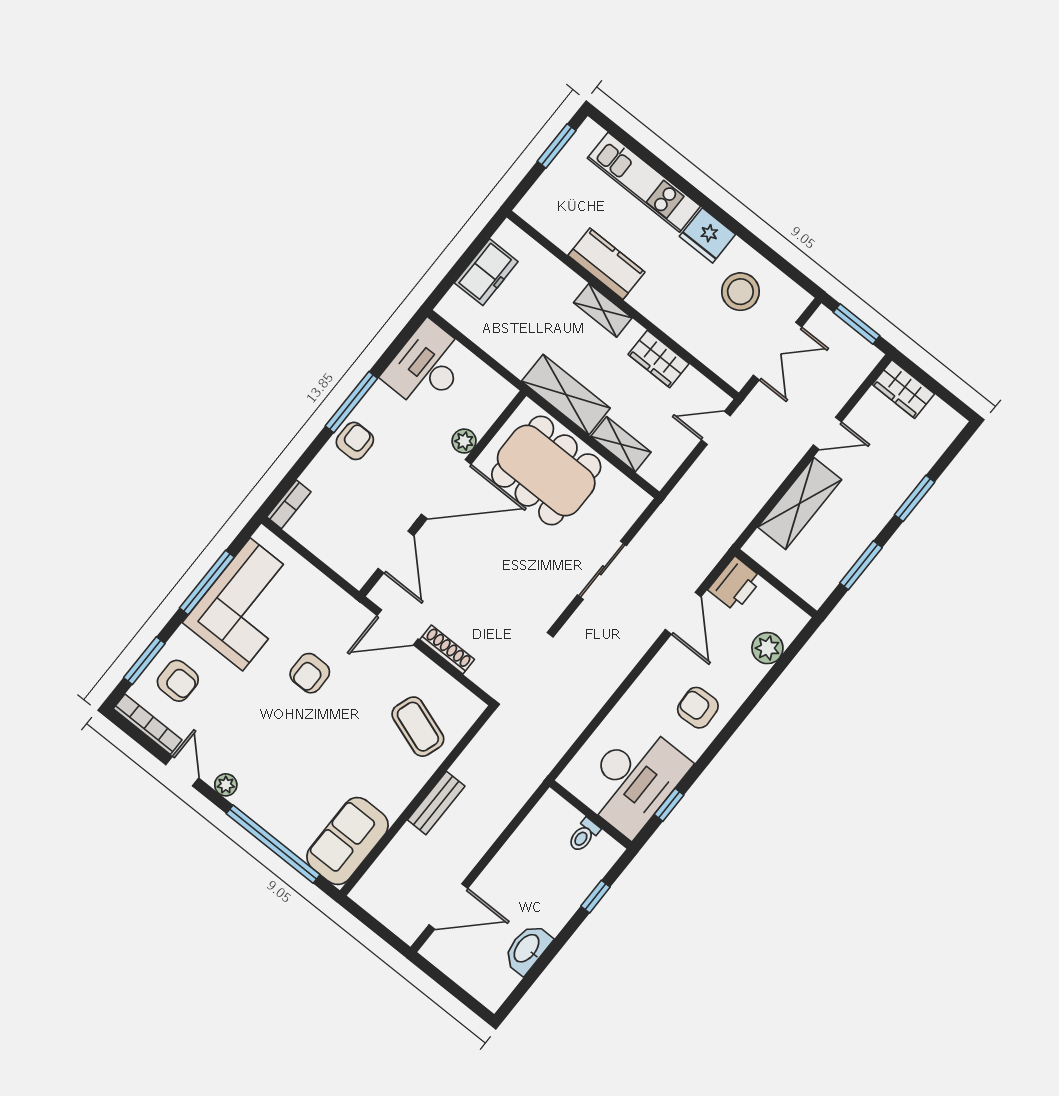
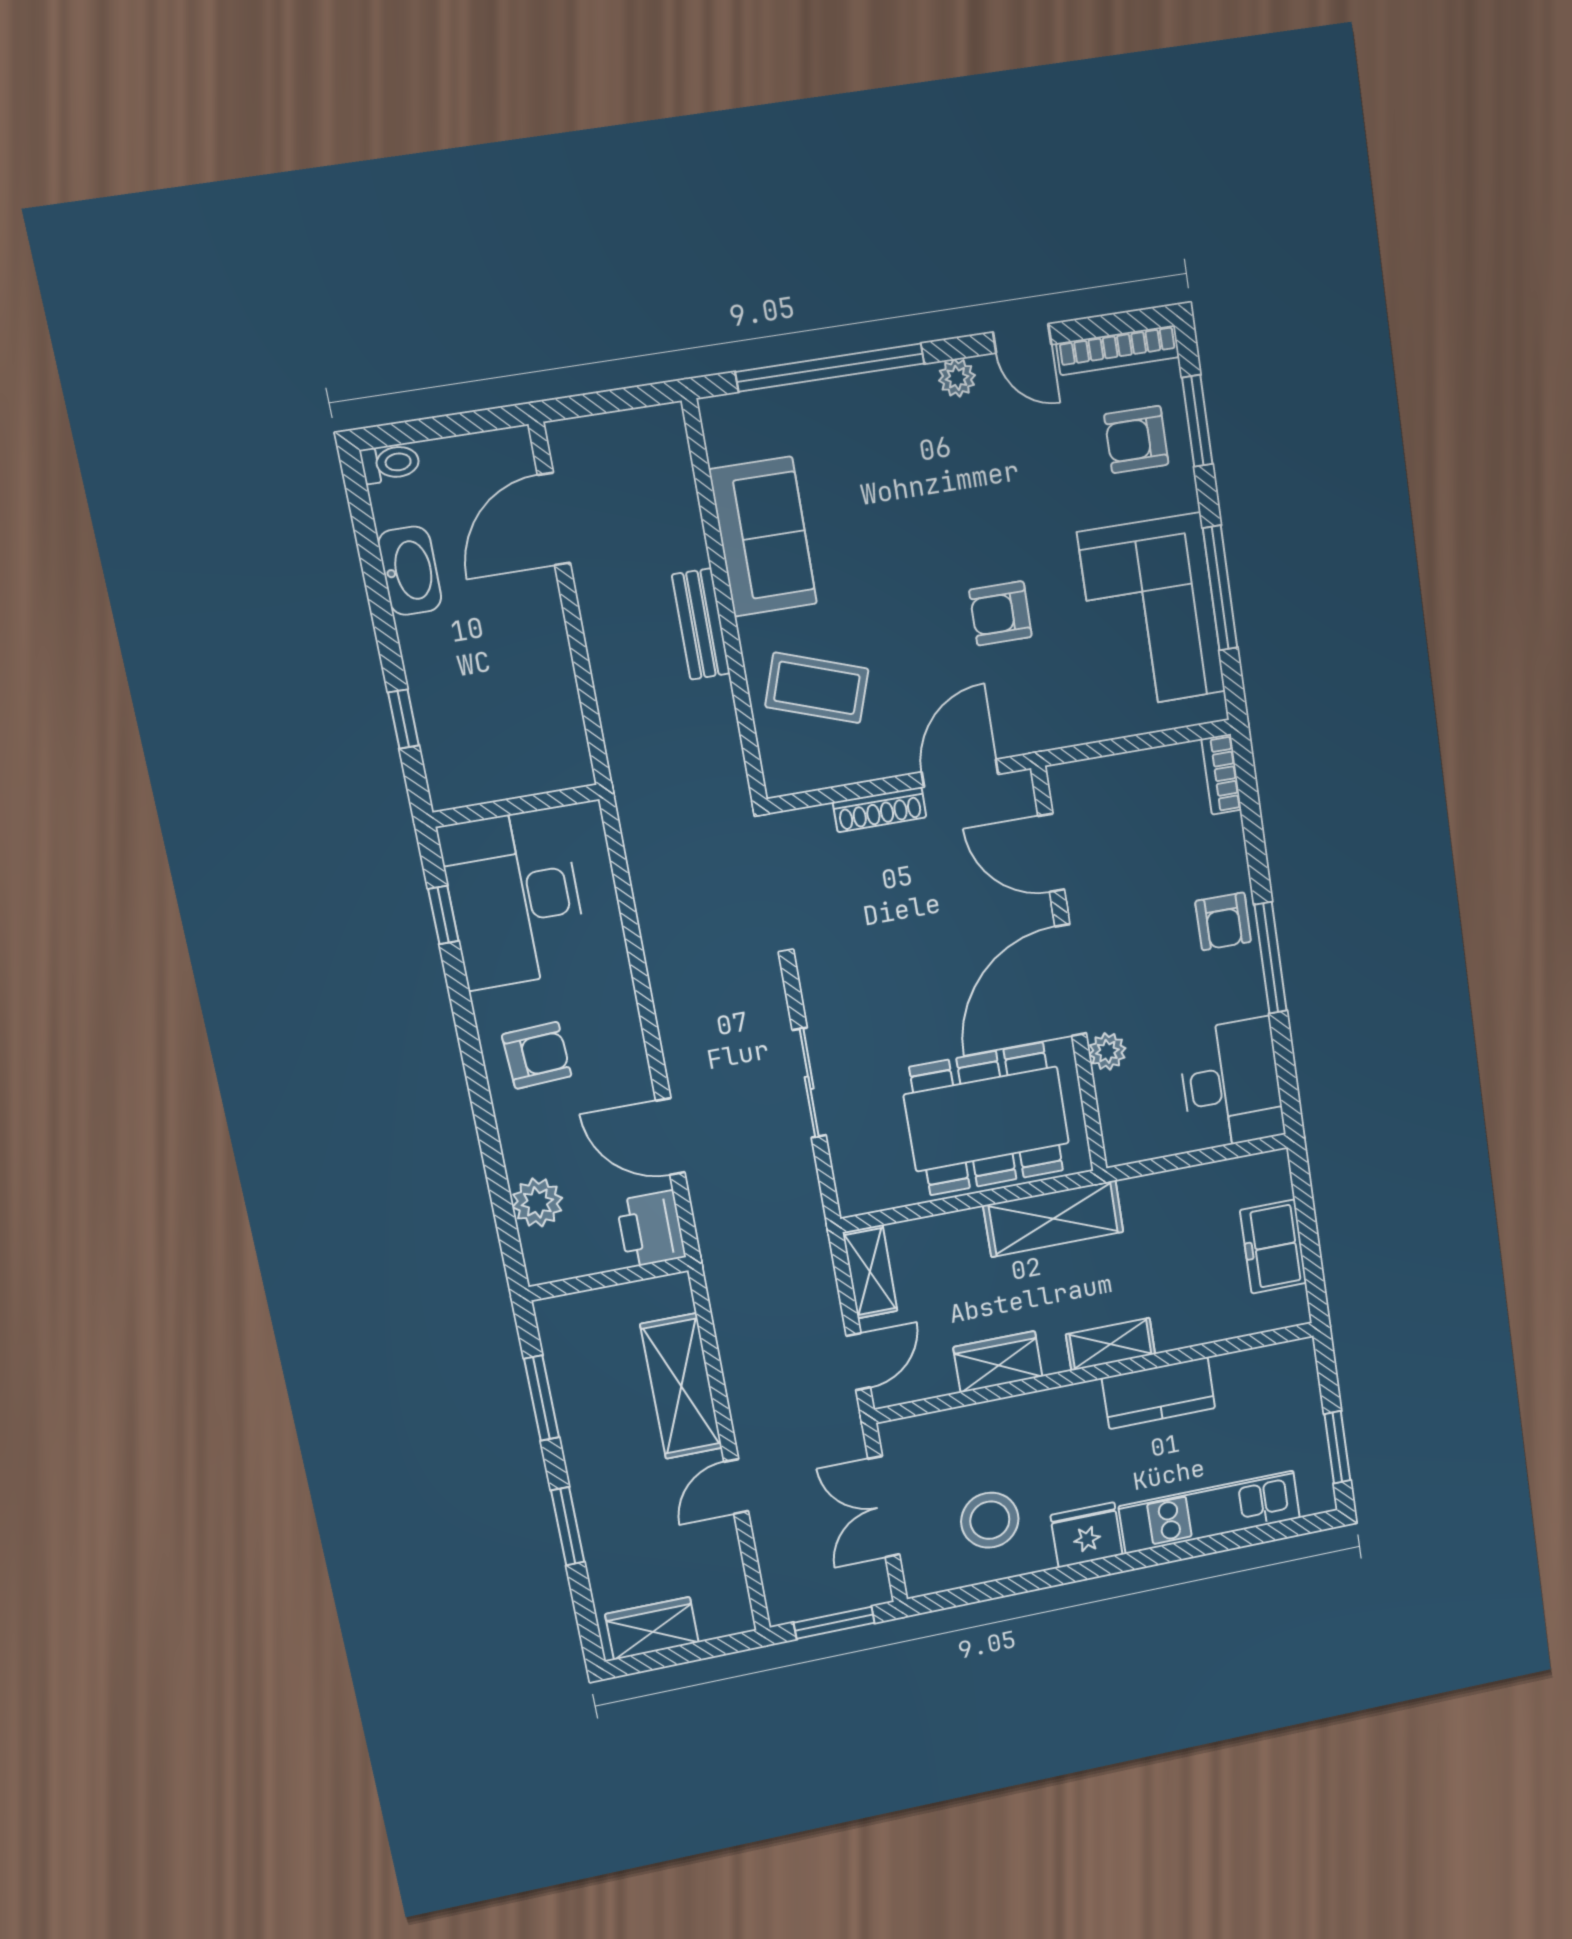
wardrobe: (903, 389) -> (652, 1628), moved
shelving: (621, 444) -> (870, 1272), moved, turned 90
armchair: (310, 673) -> (1000, 613), turned -90
toilet: (584, 835) -> (390, 463), moved, turned 90
sofa: (348, 841) -> (763, 537), moved

